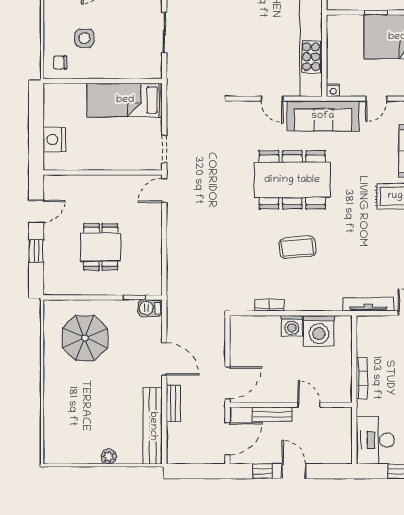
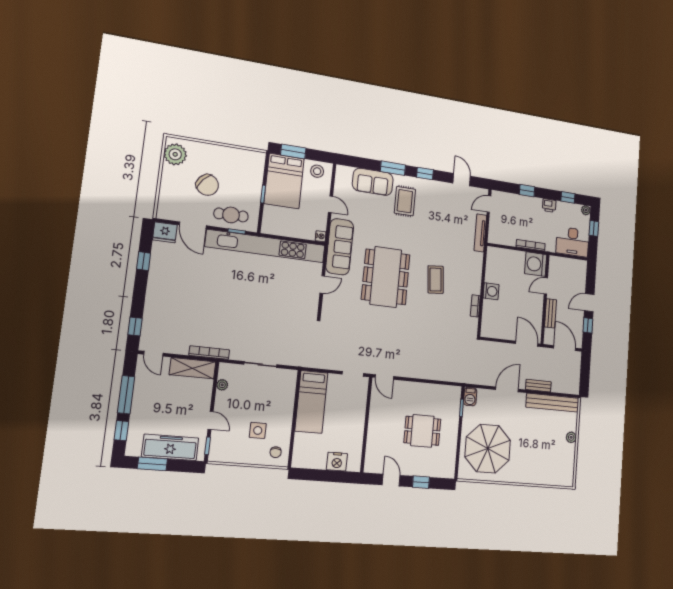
washing machine: (319, 331) -> (536, 264), moved, turned 180
parasol: (85, 338) -> (488, 449), width x1.36, depth x1.36

